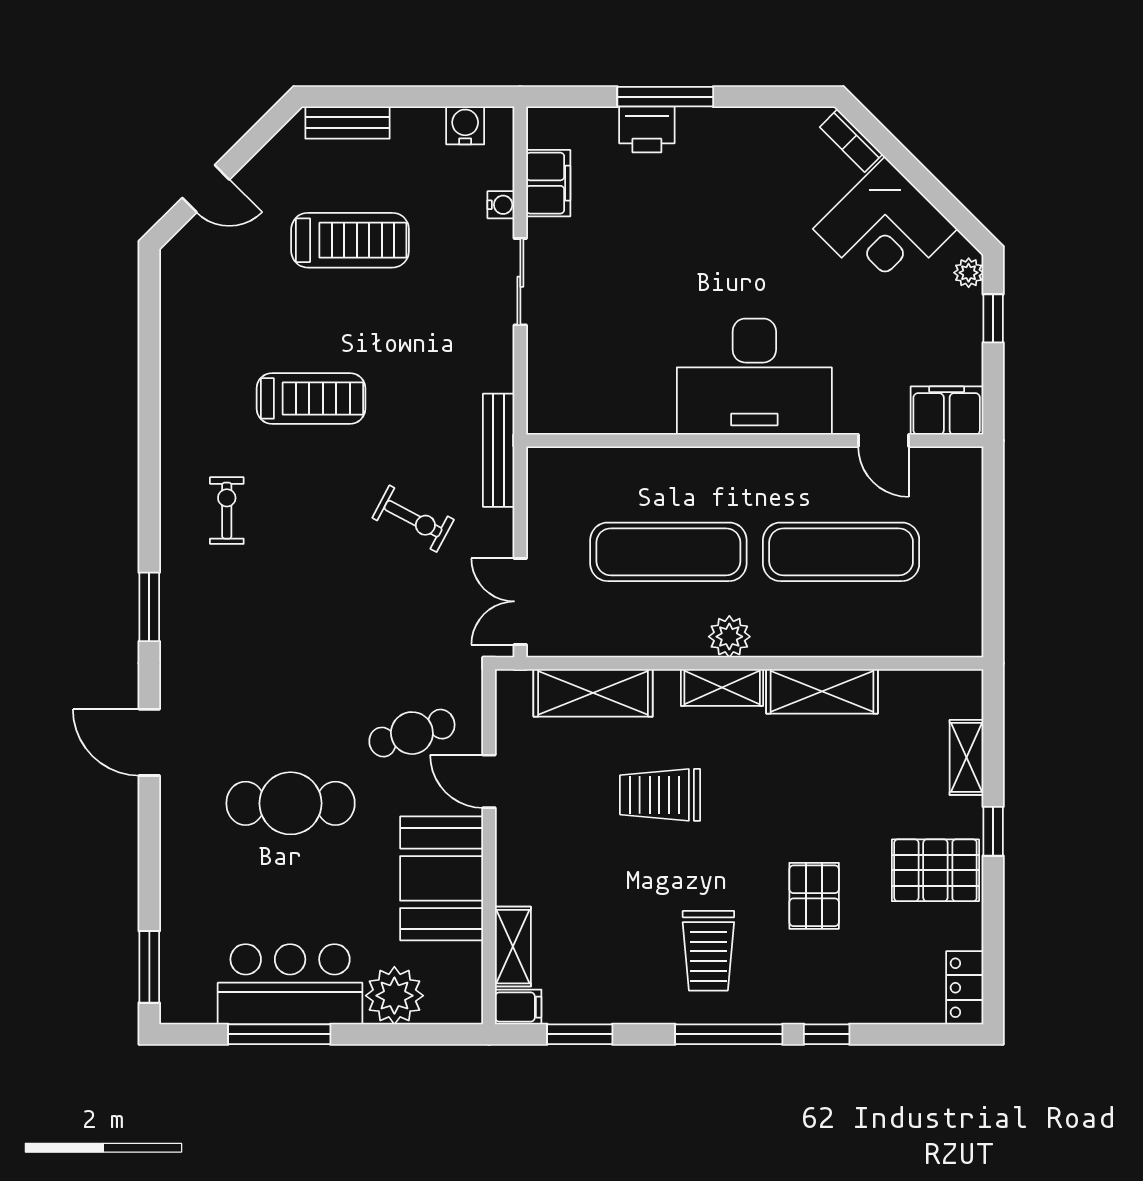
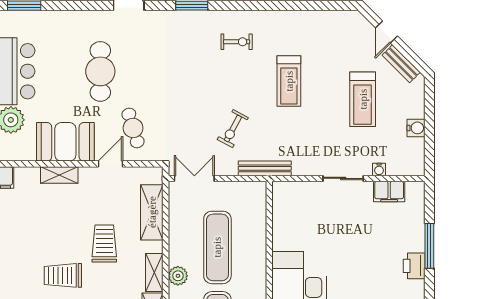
bench: (348, 123) -> (401, 64), moved, turned -45
water cooler: (465, 125) -> (416, 128), moved
printer: (647, 129) -> (414, 266), moved
shelving: (513, 947) -> (59, 175), moved
trolley: (708, 951) -> (63, 275), moved

